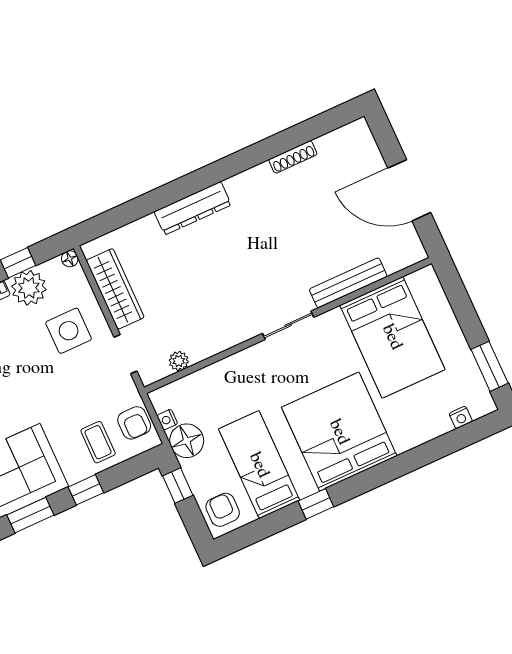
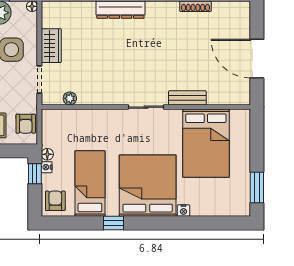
bench: (348, 283) -> (187, 98), width x0.73
wardrobe: (115, 289) -> (51, 46), width x0.67
nightstand: (461, 417) -> (183, 211), moved
nightstand: (167, 420) -> (47, 167), moved
floor lamp: (187, 441) -> (47, 154), width x0.53, depth x0.53

